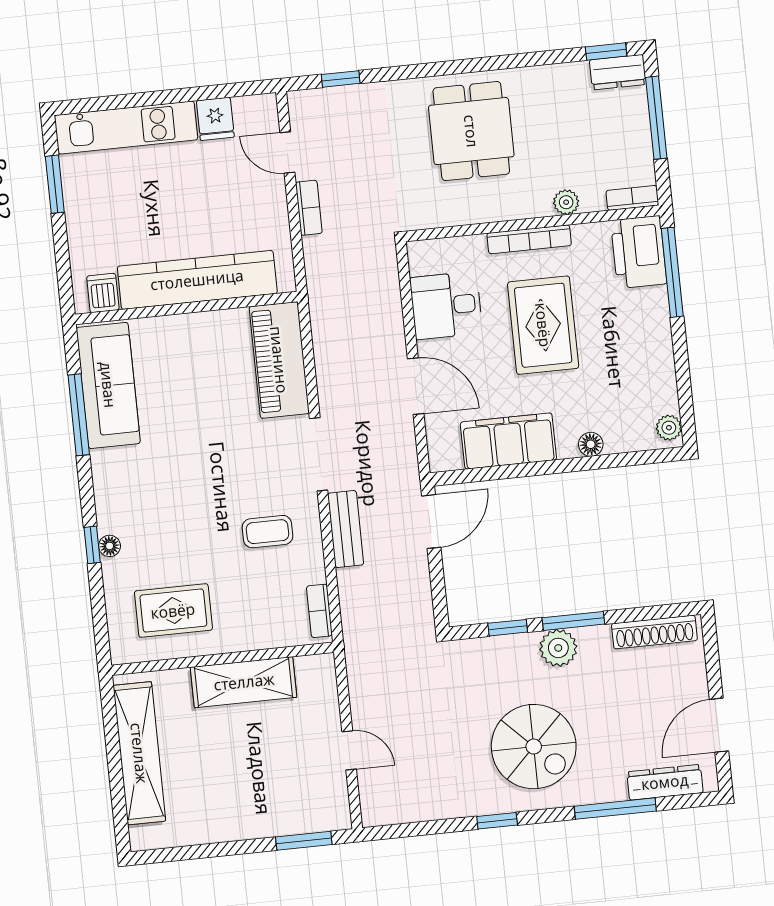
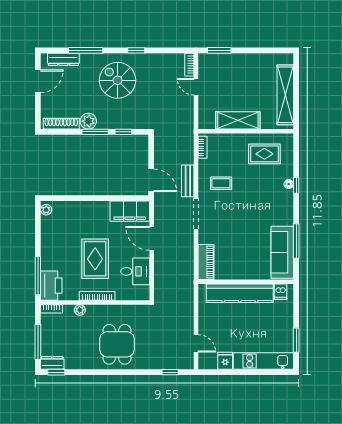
bookcase: (309, 208) -> (189, 65), moved
piano: (279, 360) -> (206, 262), width x0.73, depth x0.75
filing cabinet: (508, 441) -> (130, 211), moved
floor lamp: (591, 444) -> (80, 206), removed
door: (431, 522) -> (151, 180), swing flipped
plant: (558, 648) -> (88, 121), moved

